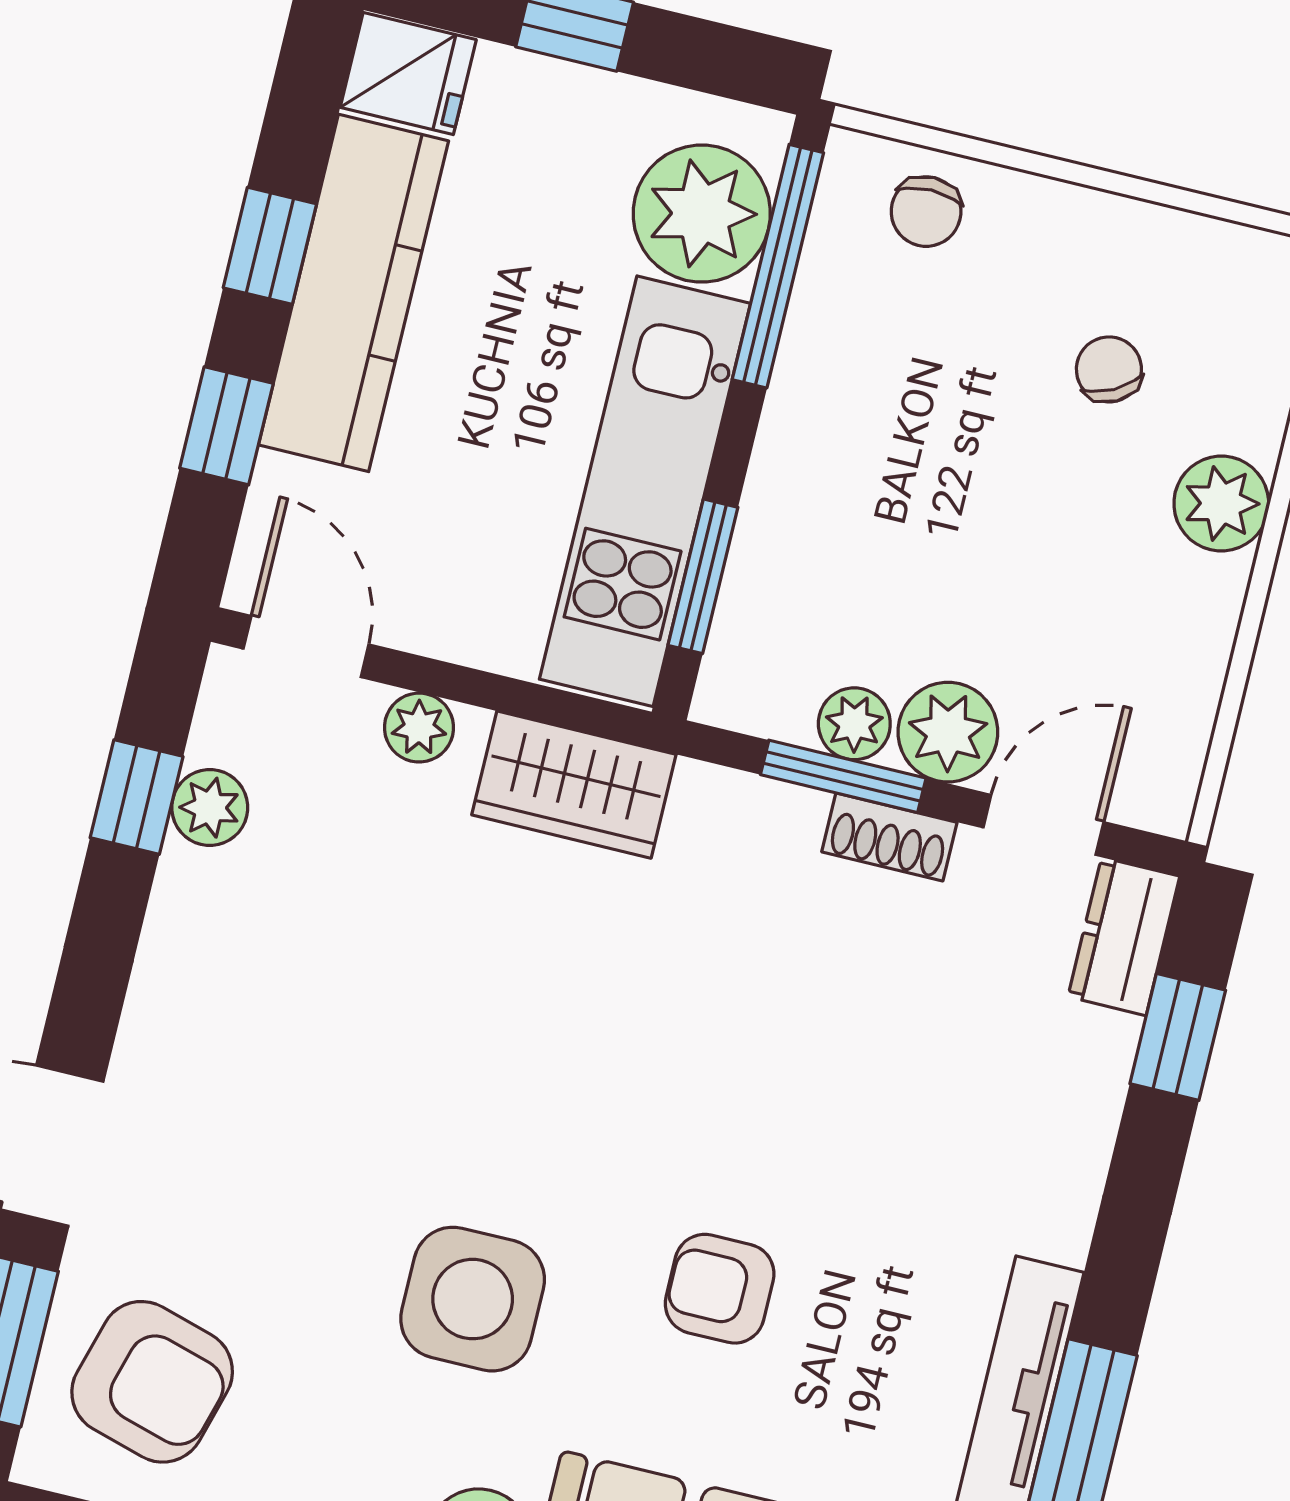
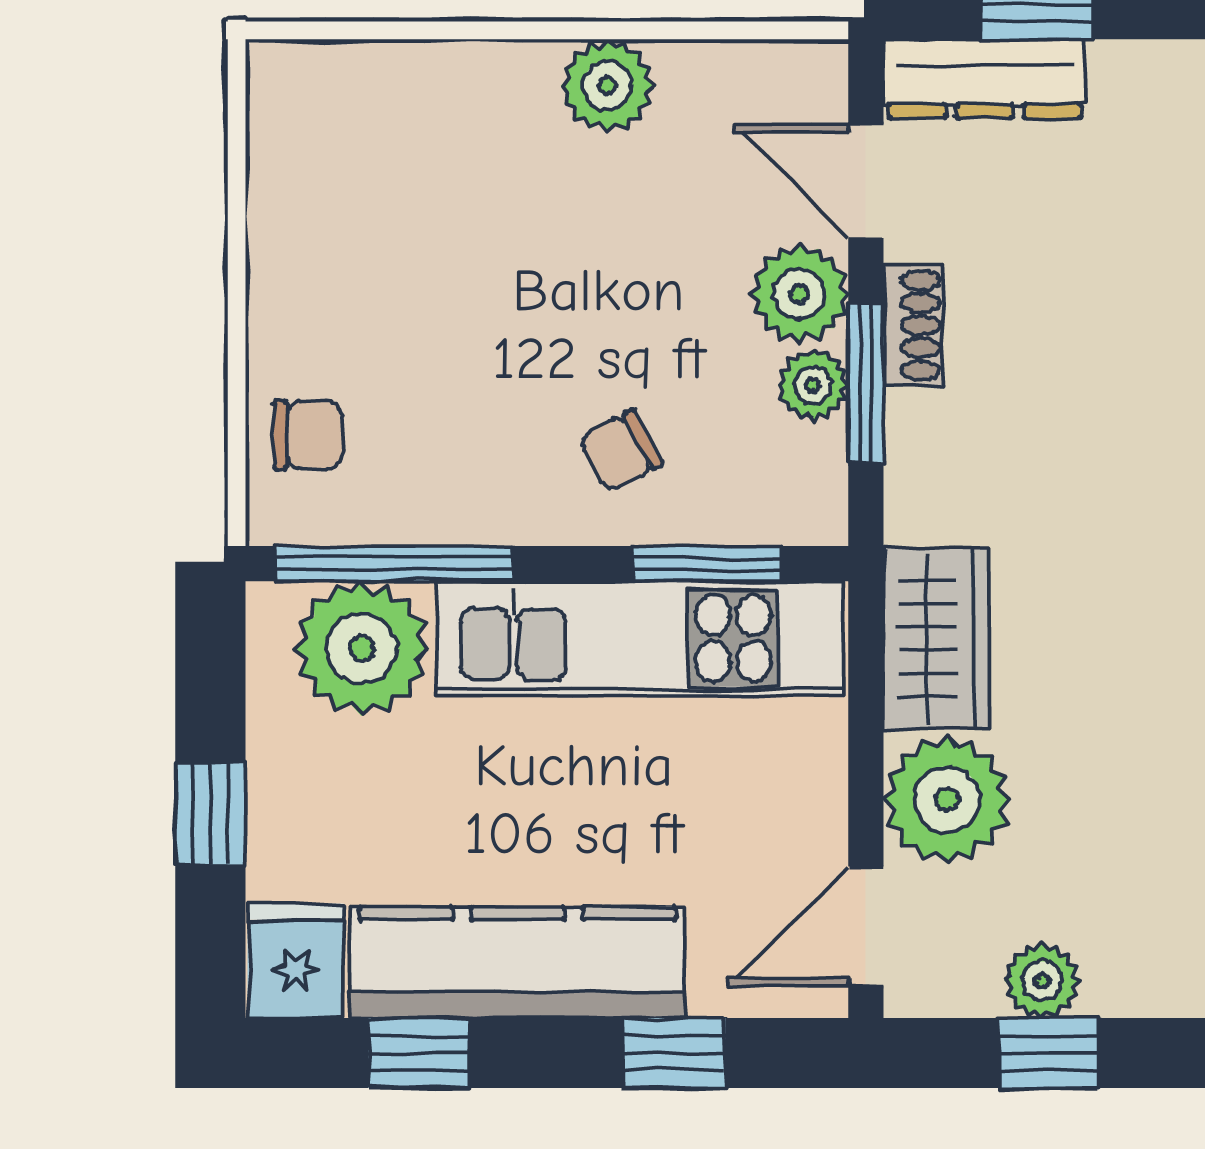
window: (270, 246) -> (419, 1053), moved
chair: (1109, 369) -> (620, 451), moved
plant: (1221, 504) -> (607, 86), moved
plant: (419, 728) -> (947, 800), width x1.88, depth x1.88
dresser: (1124, 937) -> (985, 79), width x1.44

